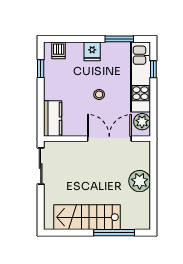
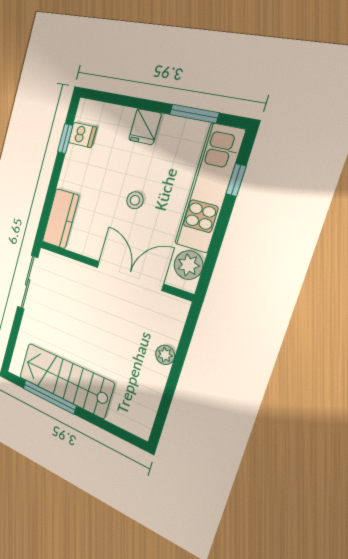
dishwasher: (59, 50) -> (82, 135), moved, turned -90
plant: (140, 181) -> (165, 355), width x0.53, depth x0.53
window: (114, 233) -> (49, 397), moved

